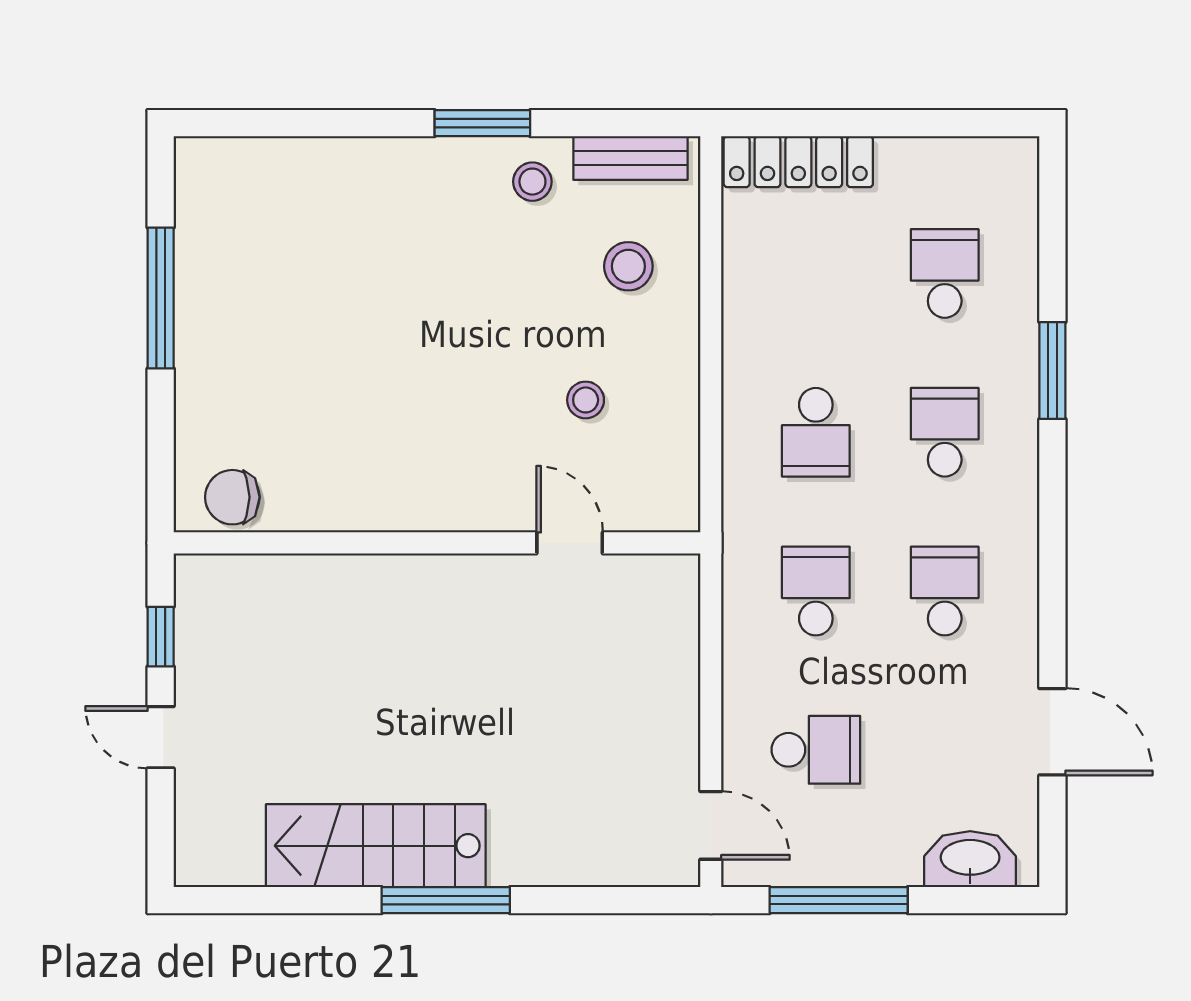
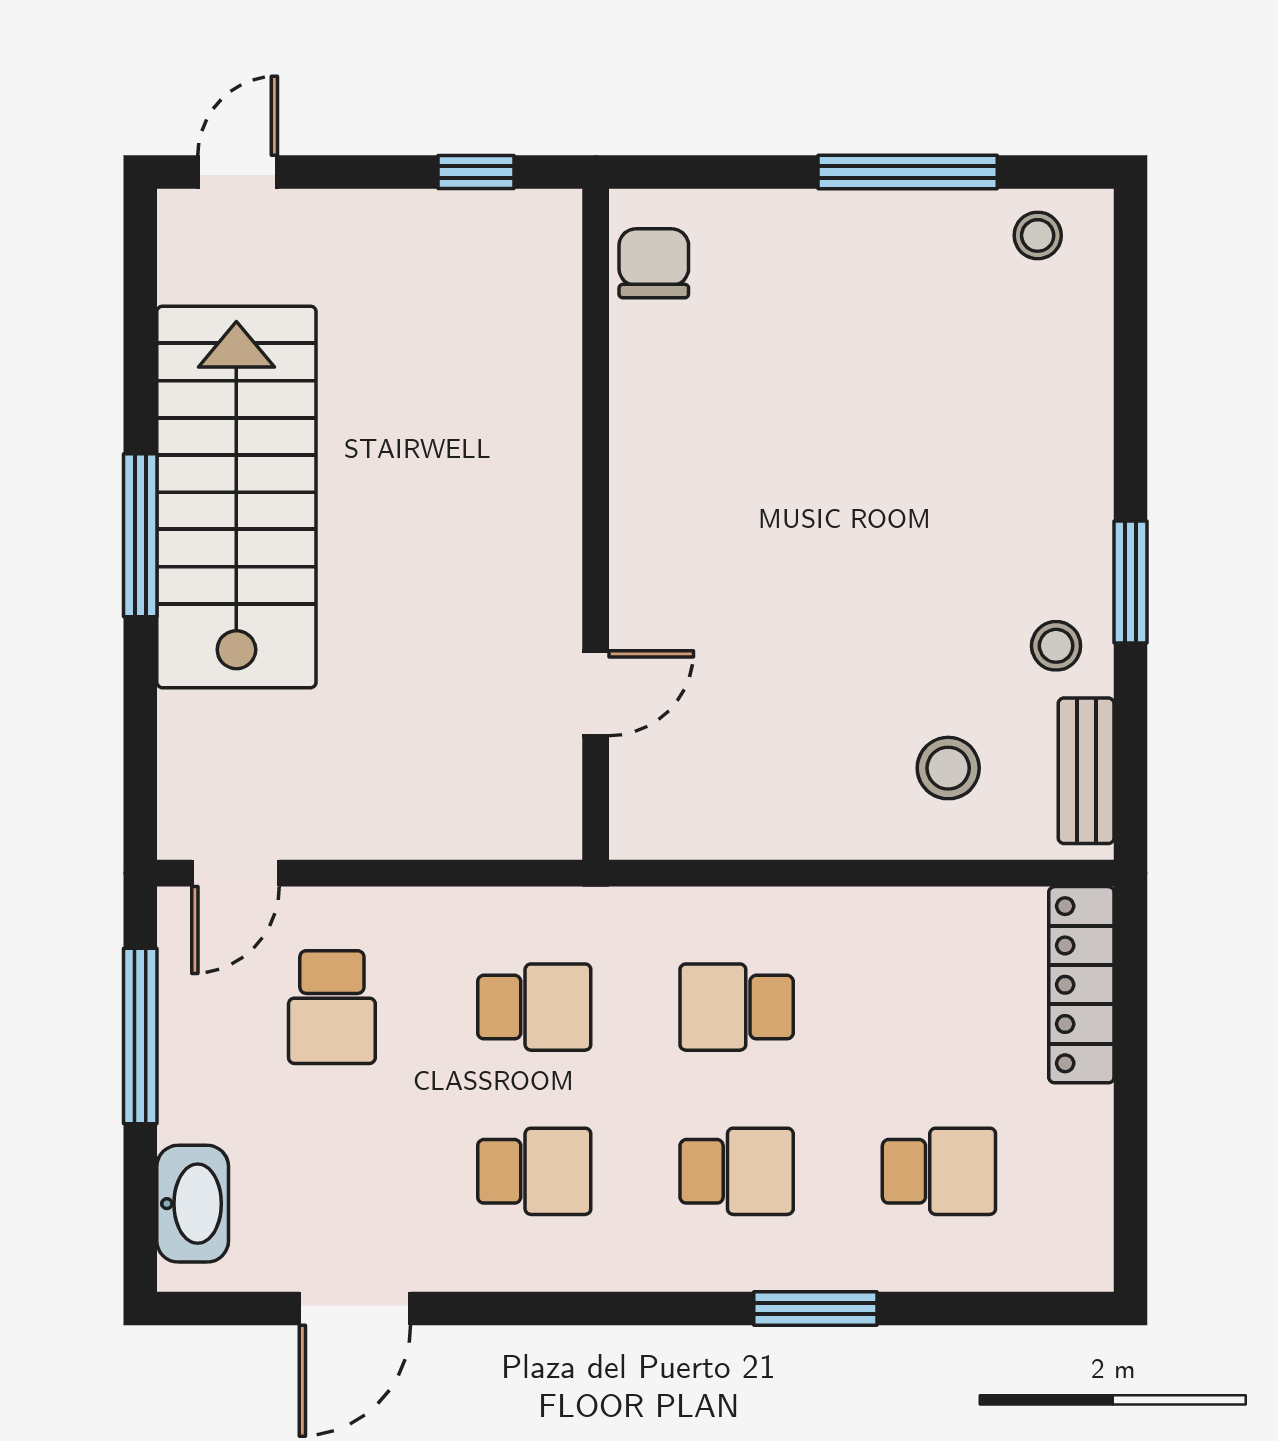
stool: (586, 400) -> (1038, 235), moved
door: (161, 737) -> (238, 172), moved
stairs: (376, 846) -> (236, 497), width x1.36, depth x1.51

